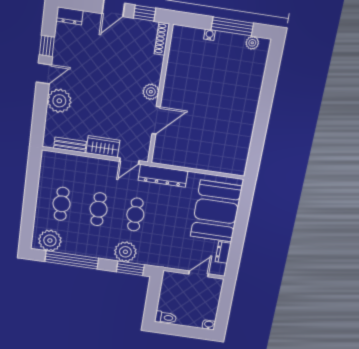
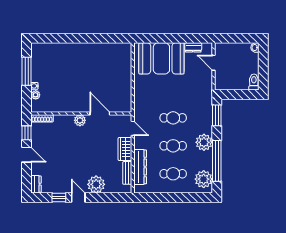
plant: (252, 43) -> (36, 95), moved
dresser: (163, 176) -> (140, 167), moved
plant: (125, 252) -> (204, 142), moved

